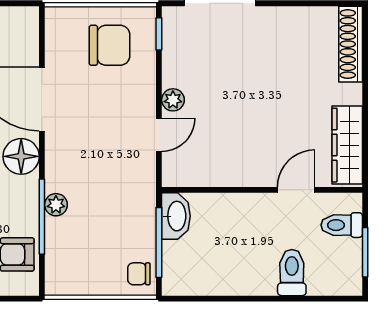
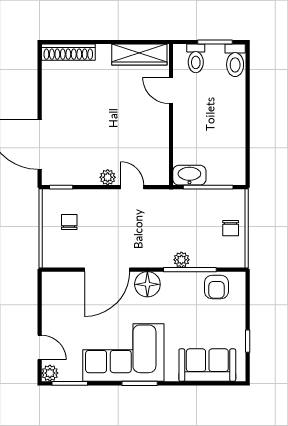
chair: (109, 45) -> (69, 222), width x0.54, depth x0.54
toilet: (292, 273) -> (235, 60), moved, turned -90
chair: (139, 274) -> (231, 228), moved

